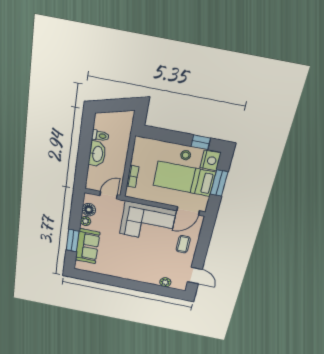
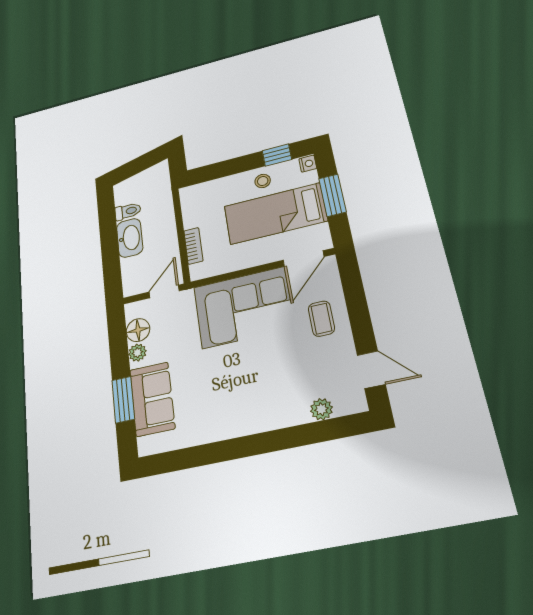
nightstand: (210, 160) -> (308, 164), width x0.53, depth x0.56

